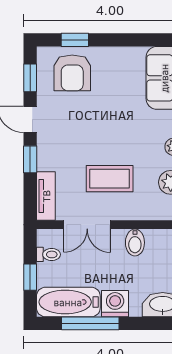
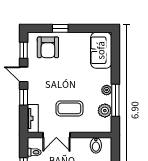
window: (75, 40) -> (60, 28), moved
bidet: (135, 243) -> (96, 145), moved

